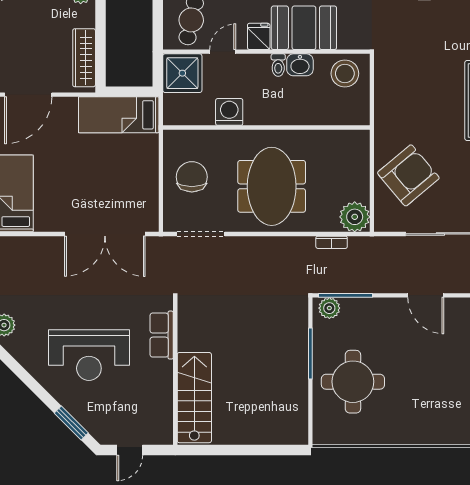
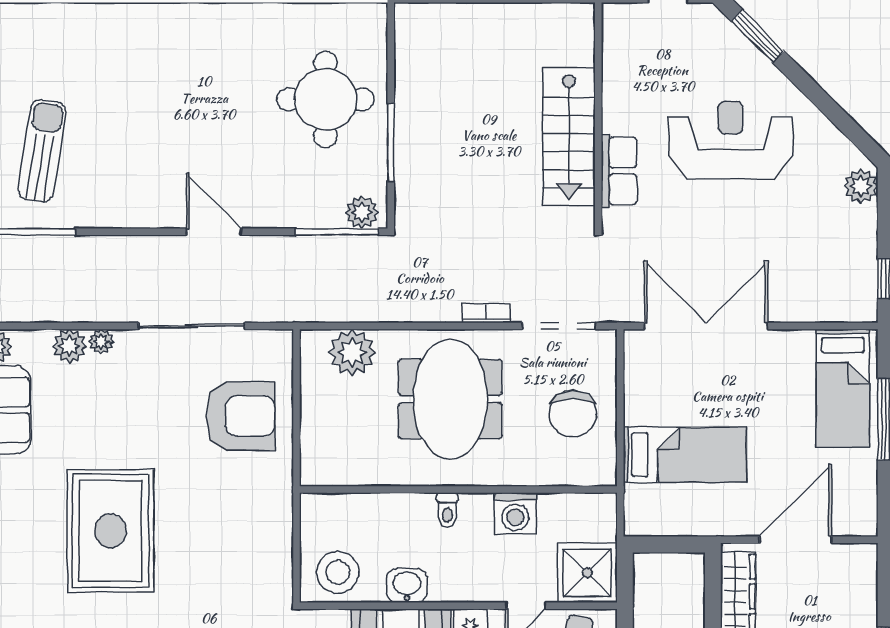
toilet: (278, 65) -> (447, 510), moved, turned 180
door: (28, 95) -> (796, 540), moved
bed: (119, 115) -> (685, 455), moved
armchair: (408, 175) -> (241, 416), turned -140
plant: (355, 217) -> (352, 352), moved
bookcase: (332, 242) -> (486, 313), moved
stairs: (194, 398) -> (569, 137), moved

